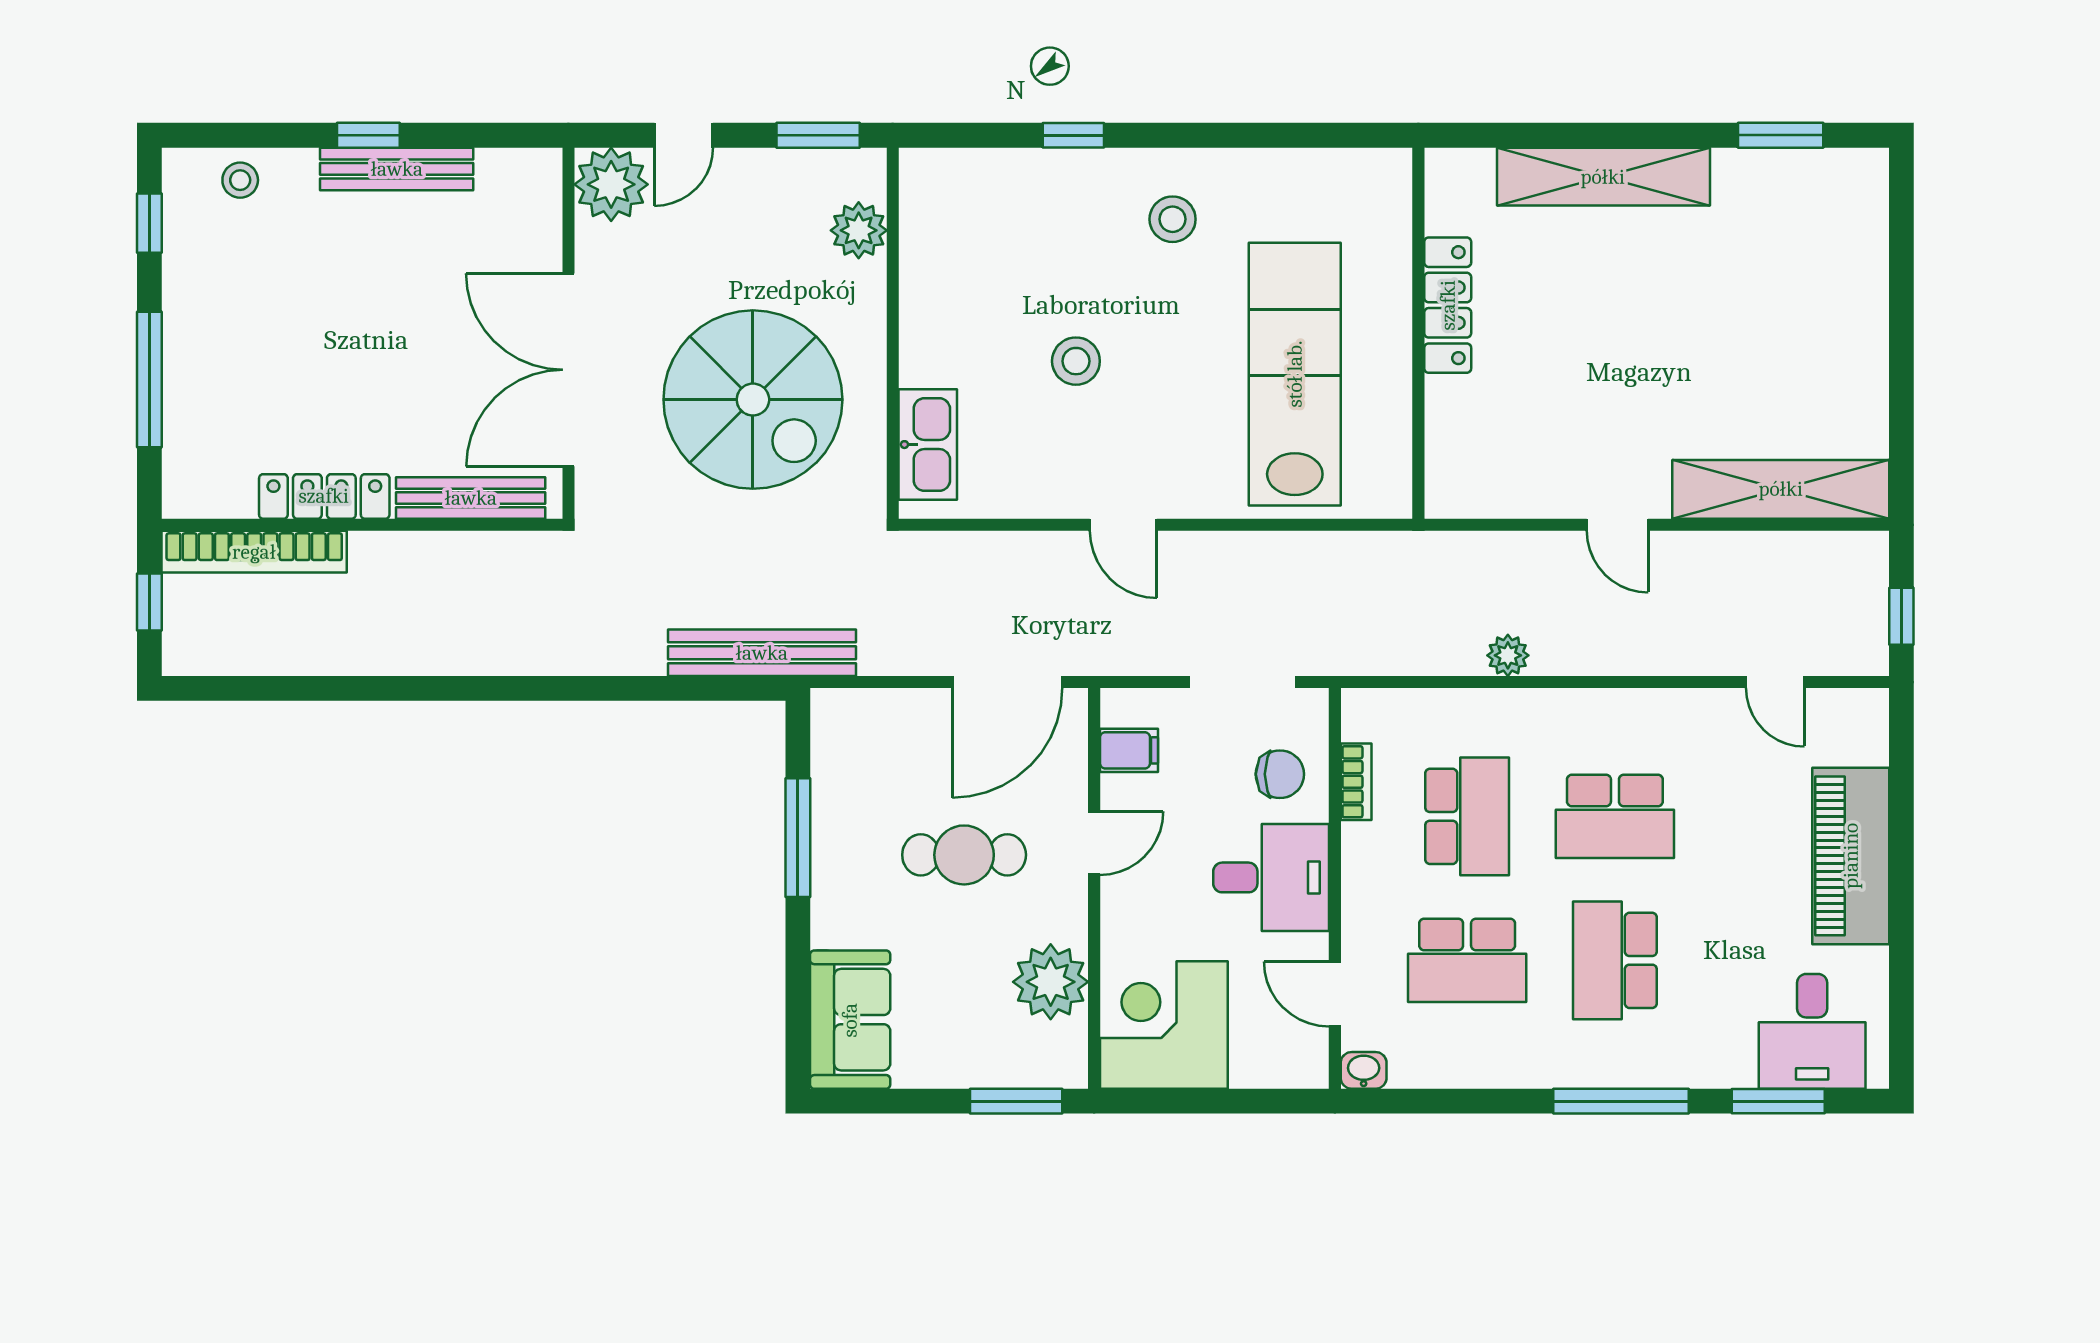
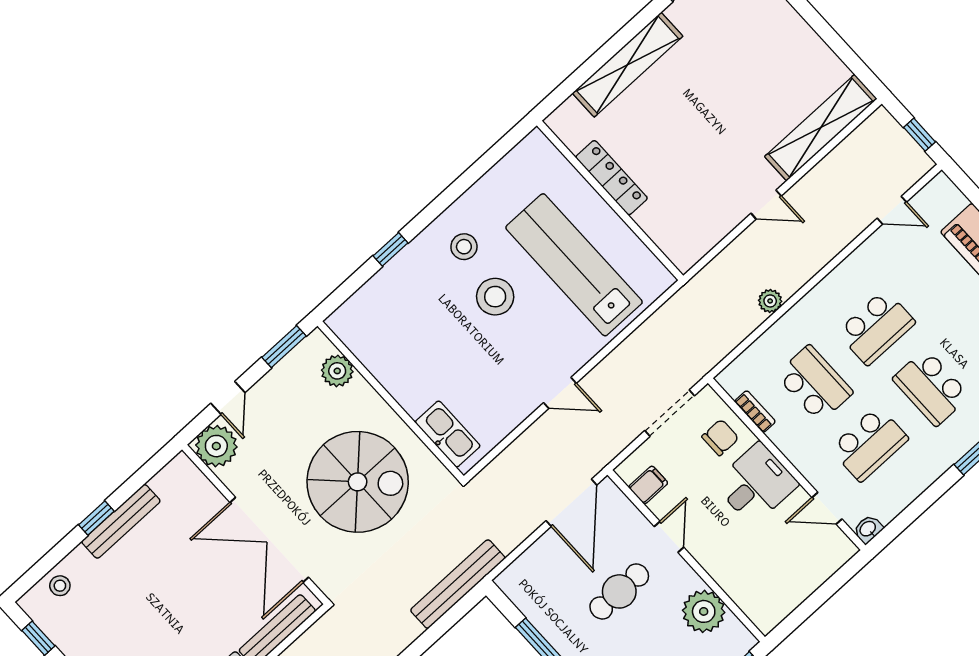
stool: (1076, 361) -> (495, 297), moved, width x1.38, depth x1.38
corner desk: (1164, 1025) -> (767, 586), removed

